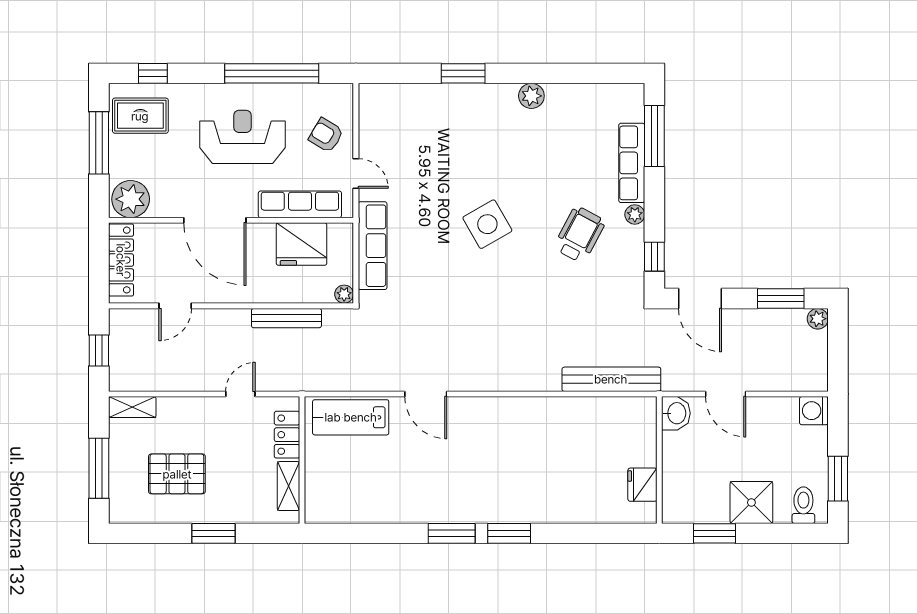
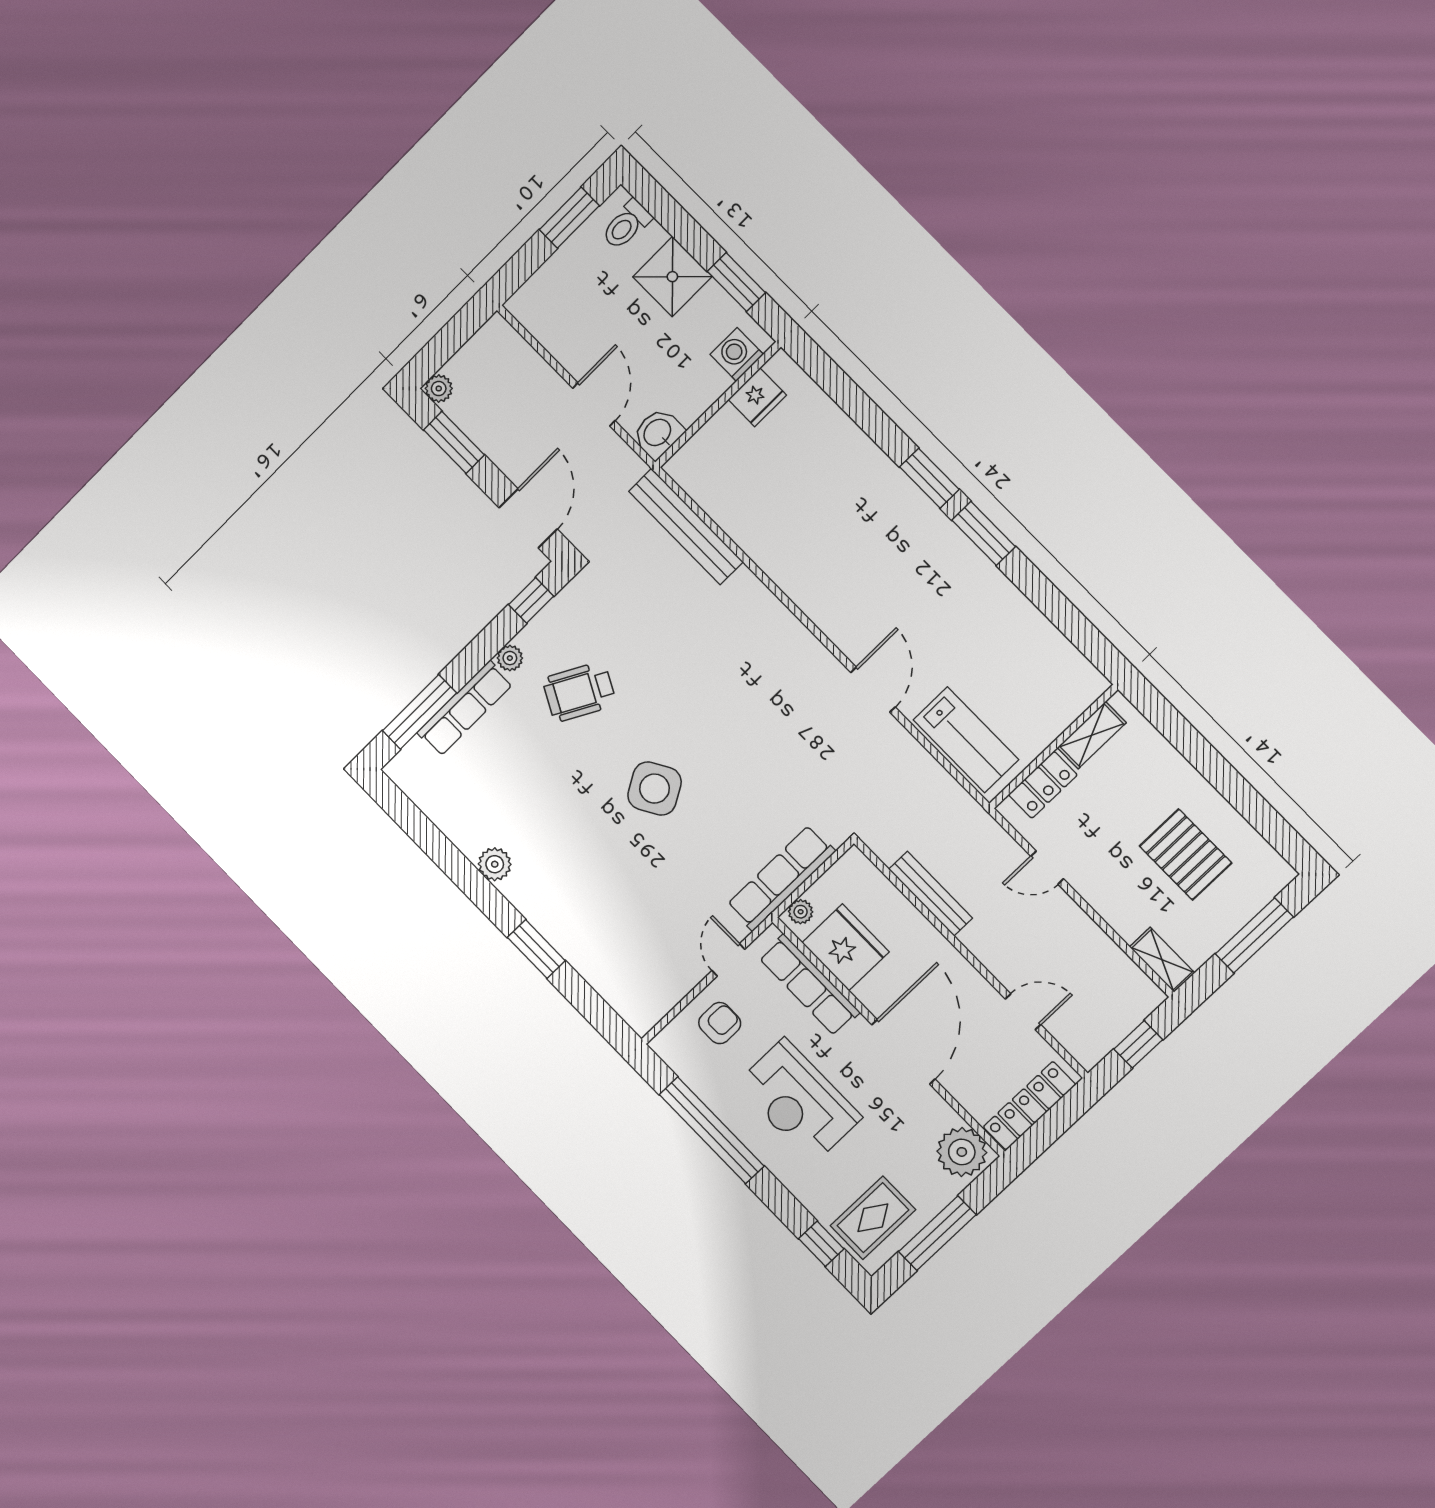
rug: (140, 116) -> (873, 1218), turned 90
armchair: (326, 135) -> (720, 1023), turned -121
plant: (344, 294) -> (801, 912), moved
washing machine: (814, 411) -> (737, 354), moved, turned 180
window: (213, 533) -> (1210, 763), removed

